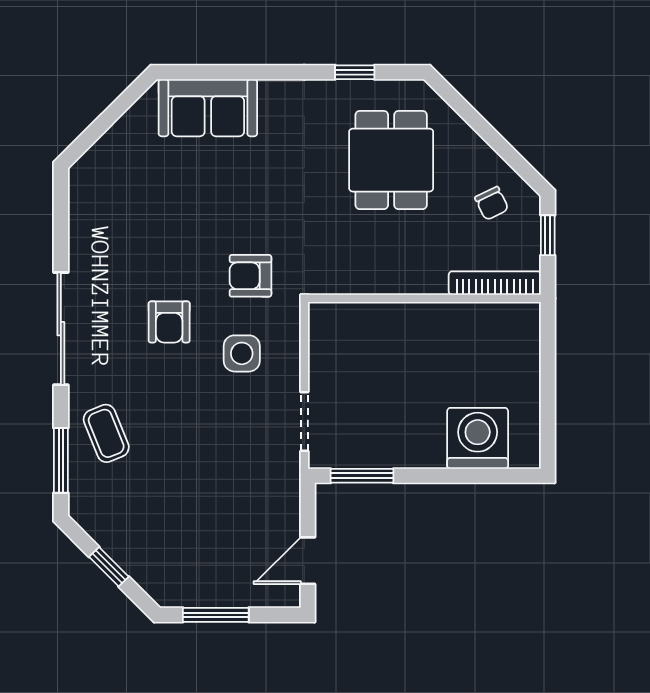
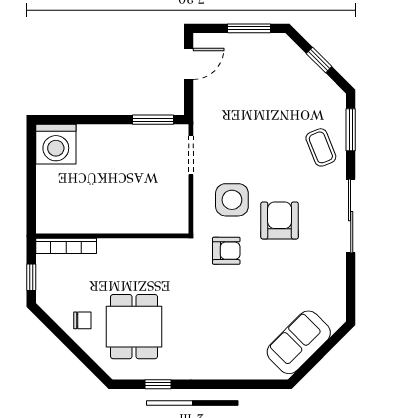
sofa: (208, 108) -> (299, 342), moved, turned -45
chair: (492, 203) -> (82, 320), moved, turned 116
armchair: (169, 322) -> (280, 220), width x1.38, depth x1.38
side table: (242, 353) -> (232, 200), width x1.37, depth x1.37
washing machine: (478, 438) -> (56, 144), moved

